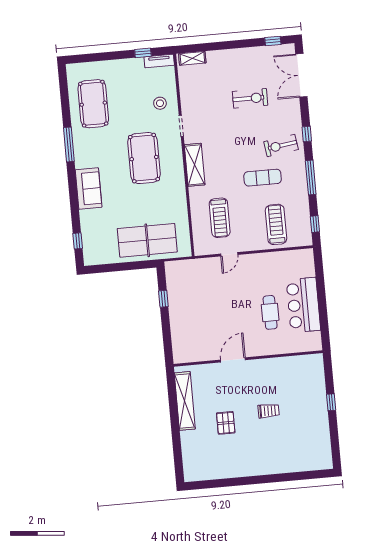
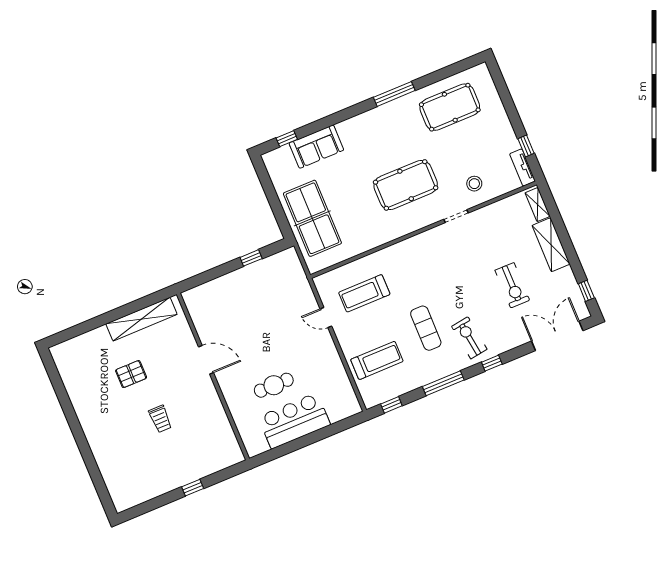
shelving: (195, 165) -> (551, 245), moved, turned 90
sofa: (89, 189) -> (316, 147), moved

